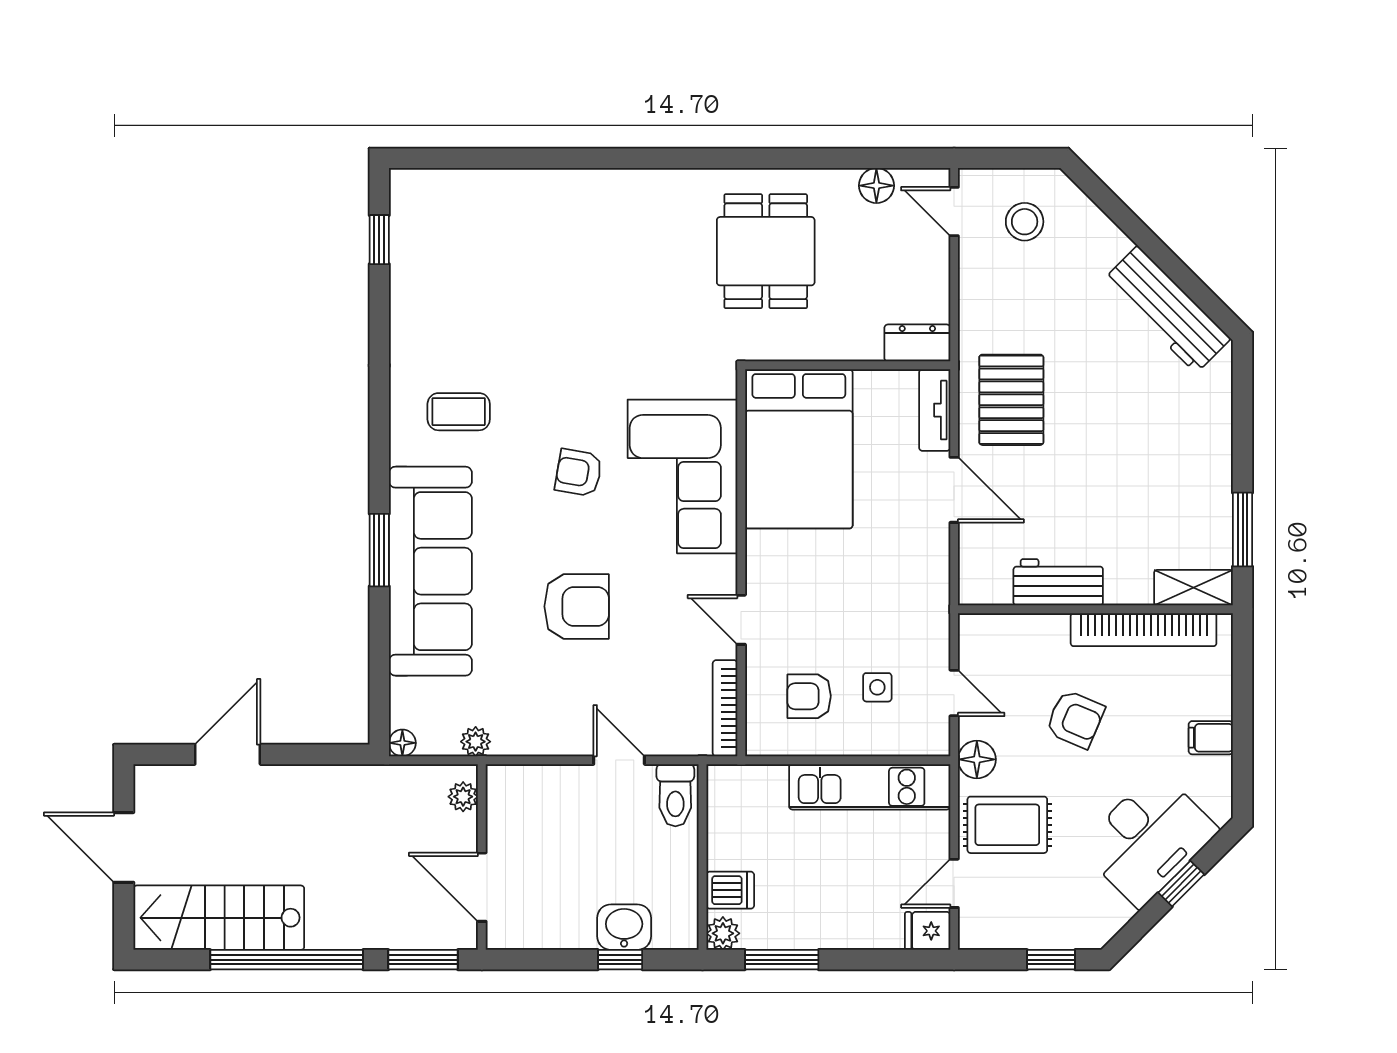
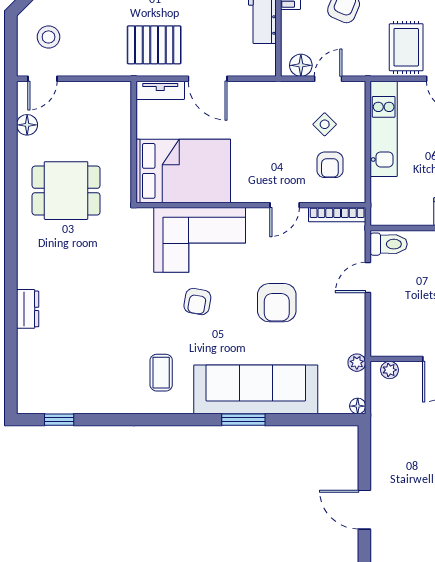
dresser: (917, 343) -> (28, 309), moved, turned 180
door: (954, 490) -> (208, 79), swing flipped
armchair: (577, 606) -> (277, 303), turned 180
side table: (877, 687) -> (325, 124), turned 45
floor lamp: (977, 759) -> (301, 65), moved

